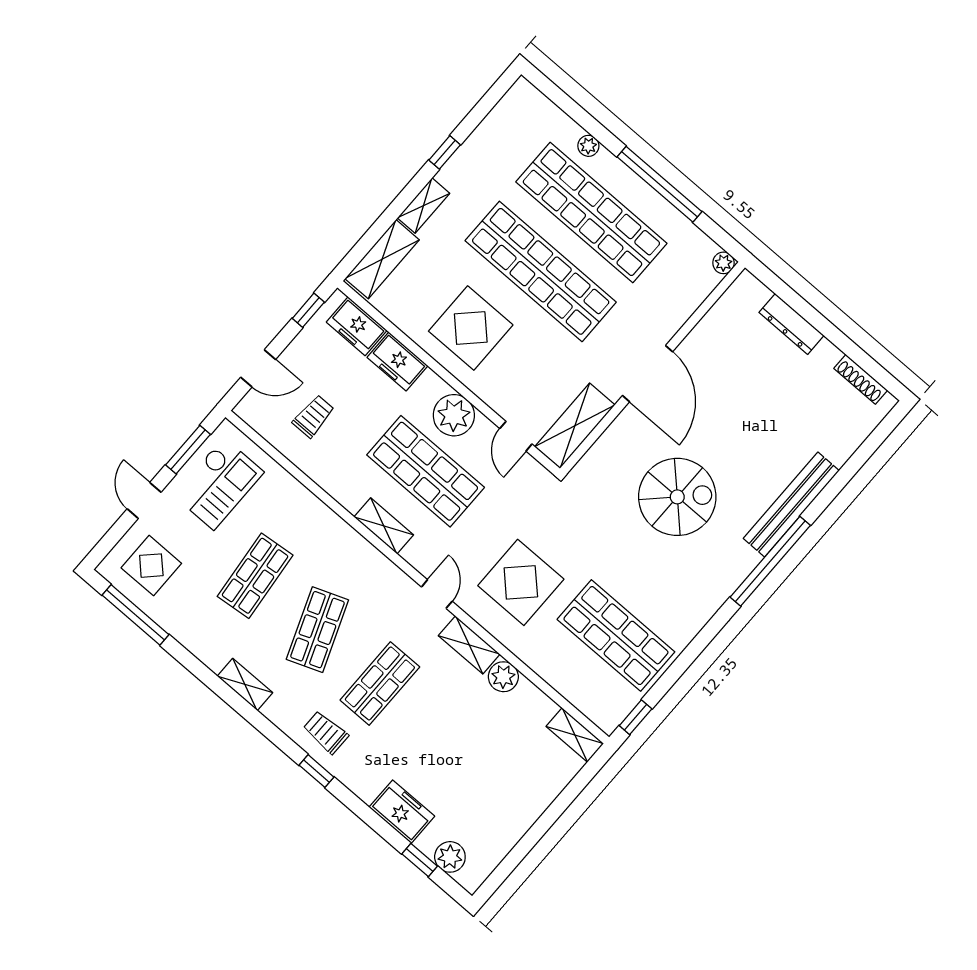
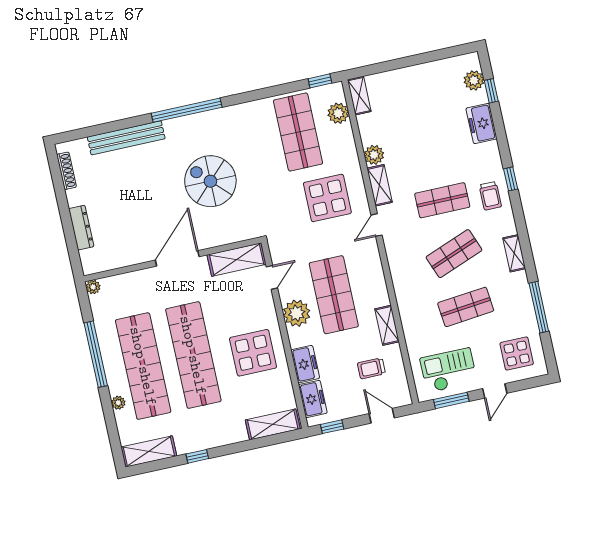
shelving: (424, 206) -> (149, 452), moved, width x1.50, depth x1.33
bench: (791, 505) -> (126, 138), moved
shelving: (384, 526) -> (387, 325), moved
window: (136, 615) -> (539, 307), moved
plant: (584, 695) -> (338, 113), added

